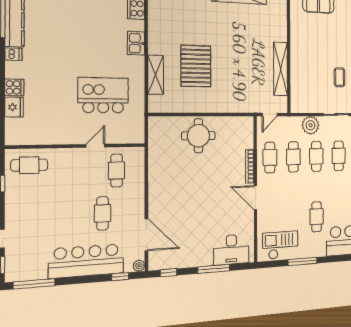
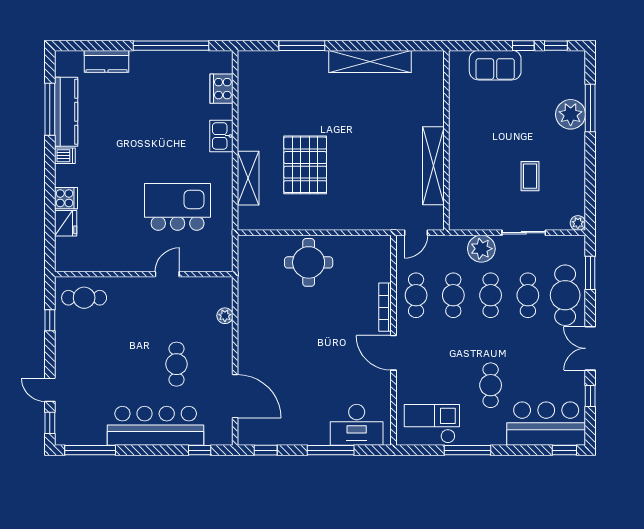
cafe table: (117, 171) -> (195, 308), removed
plant: (139, 266) -> (225, 316), moved

